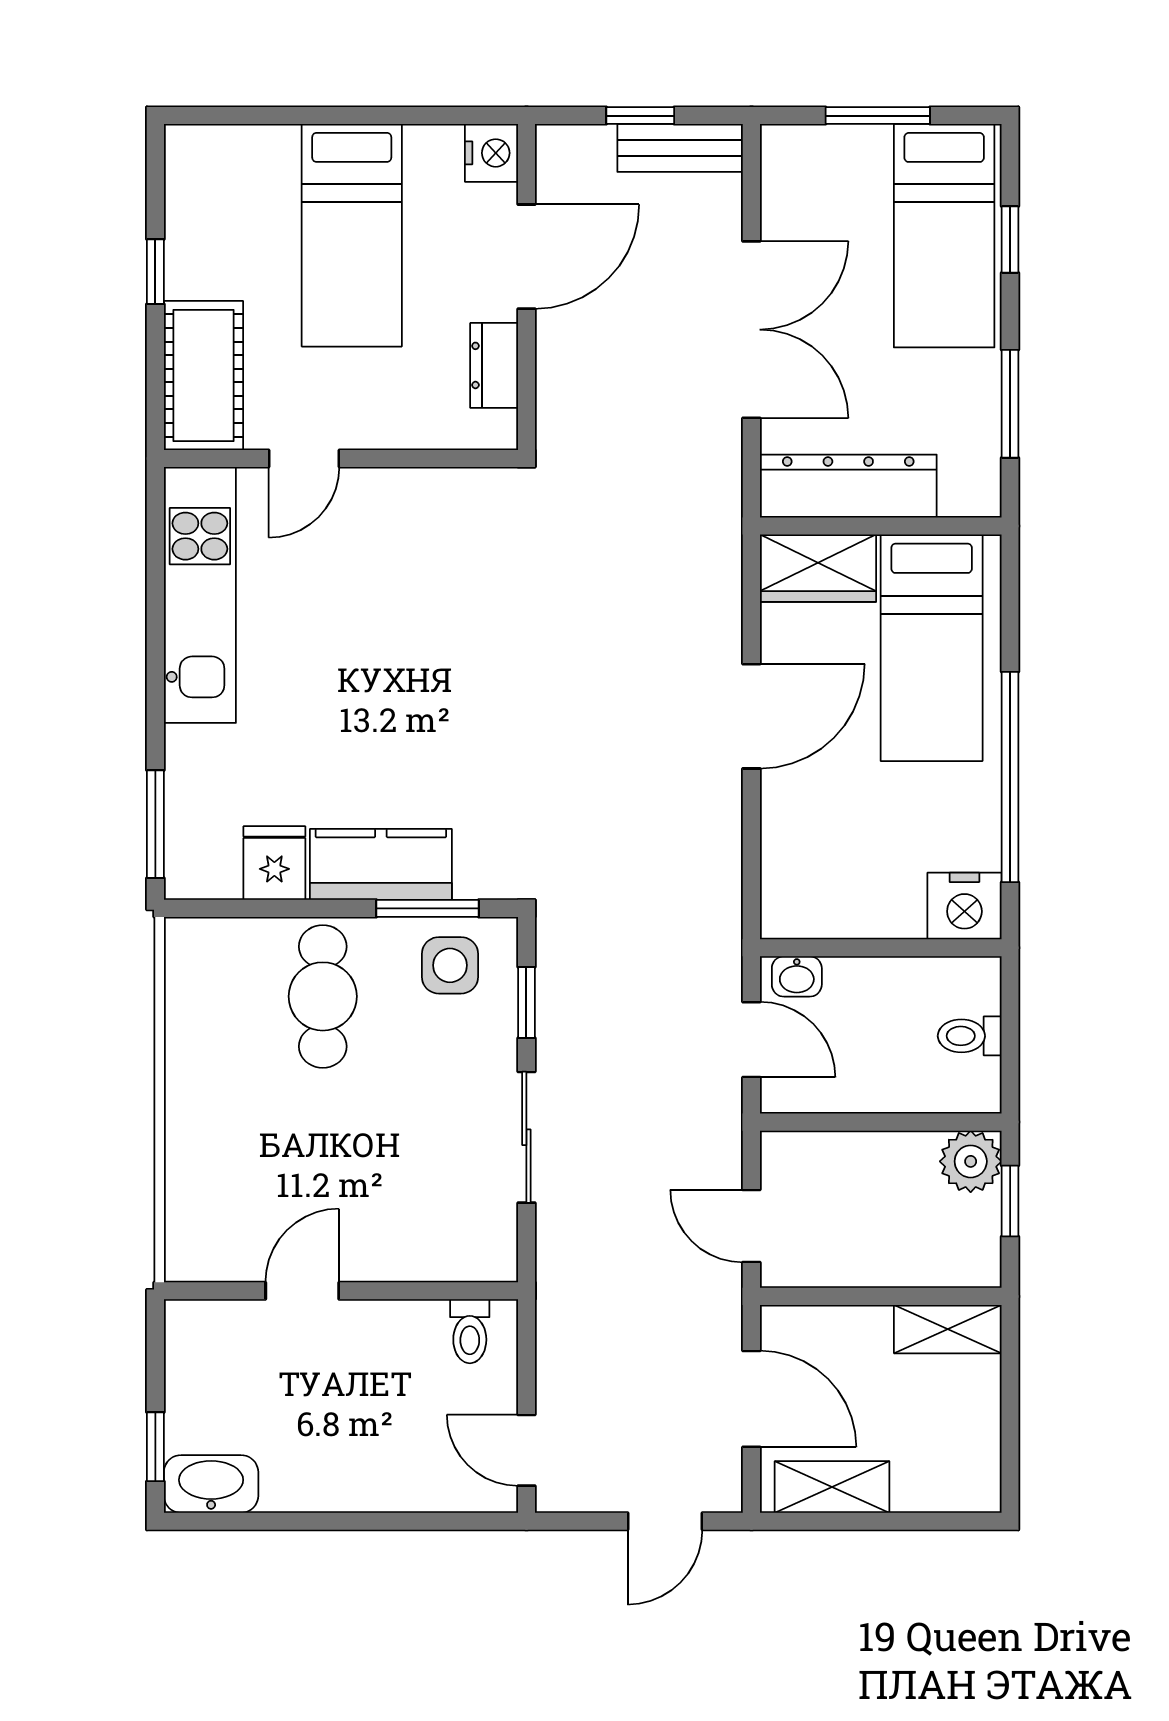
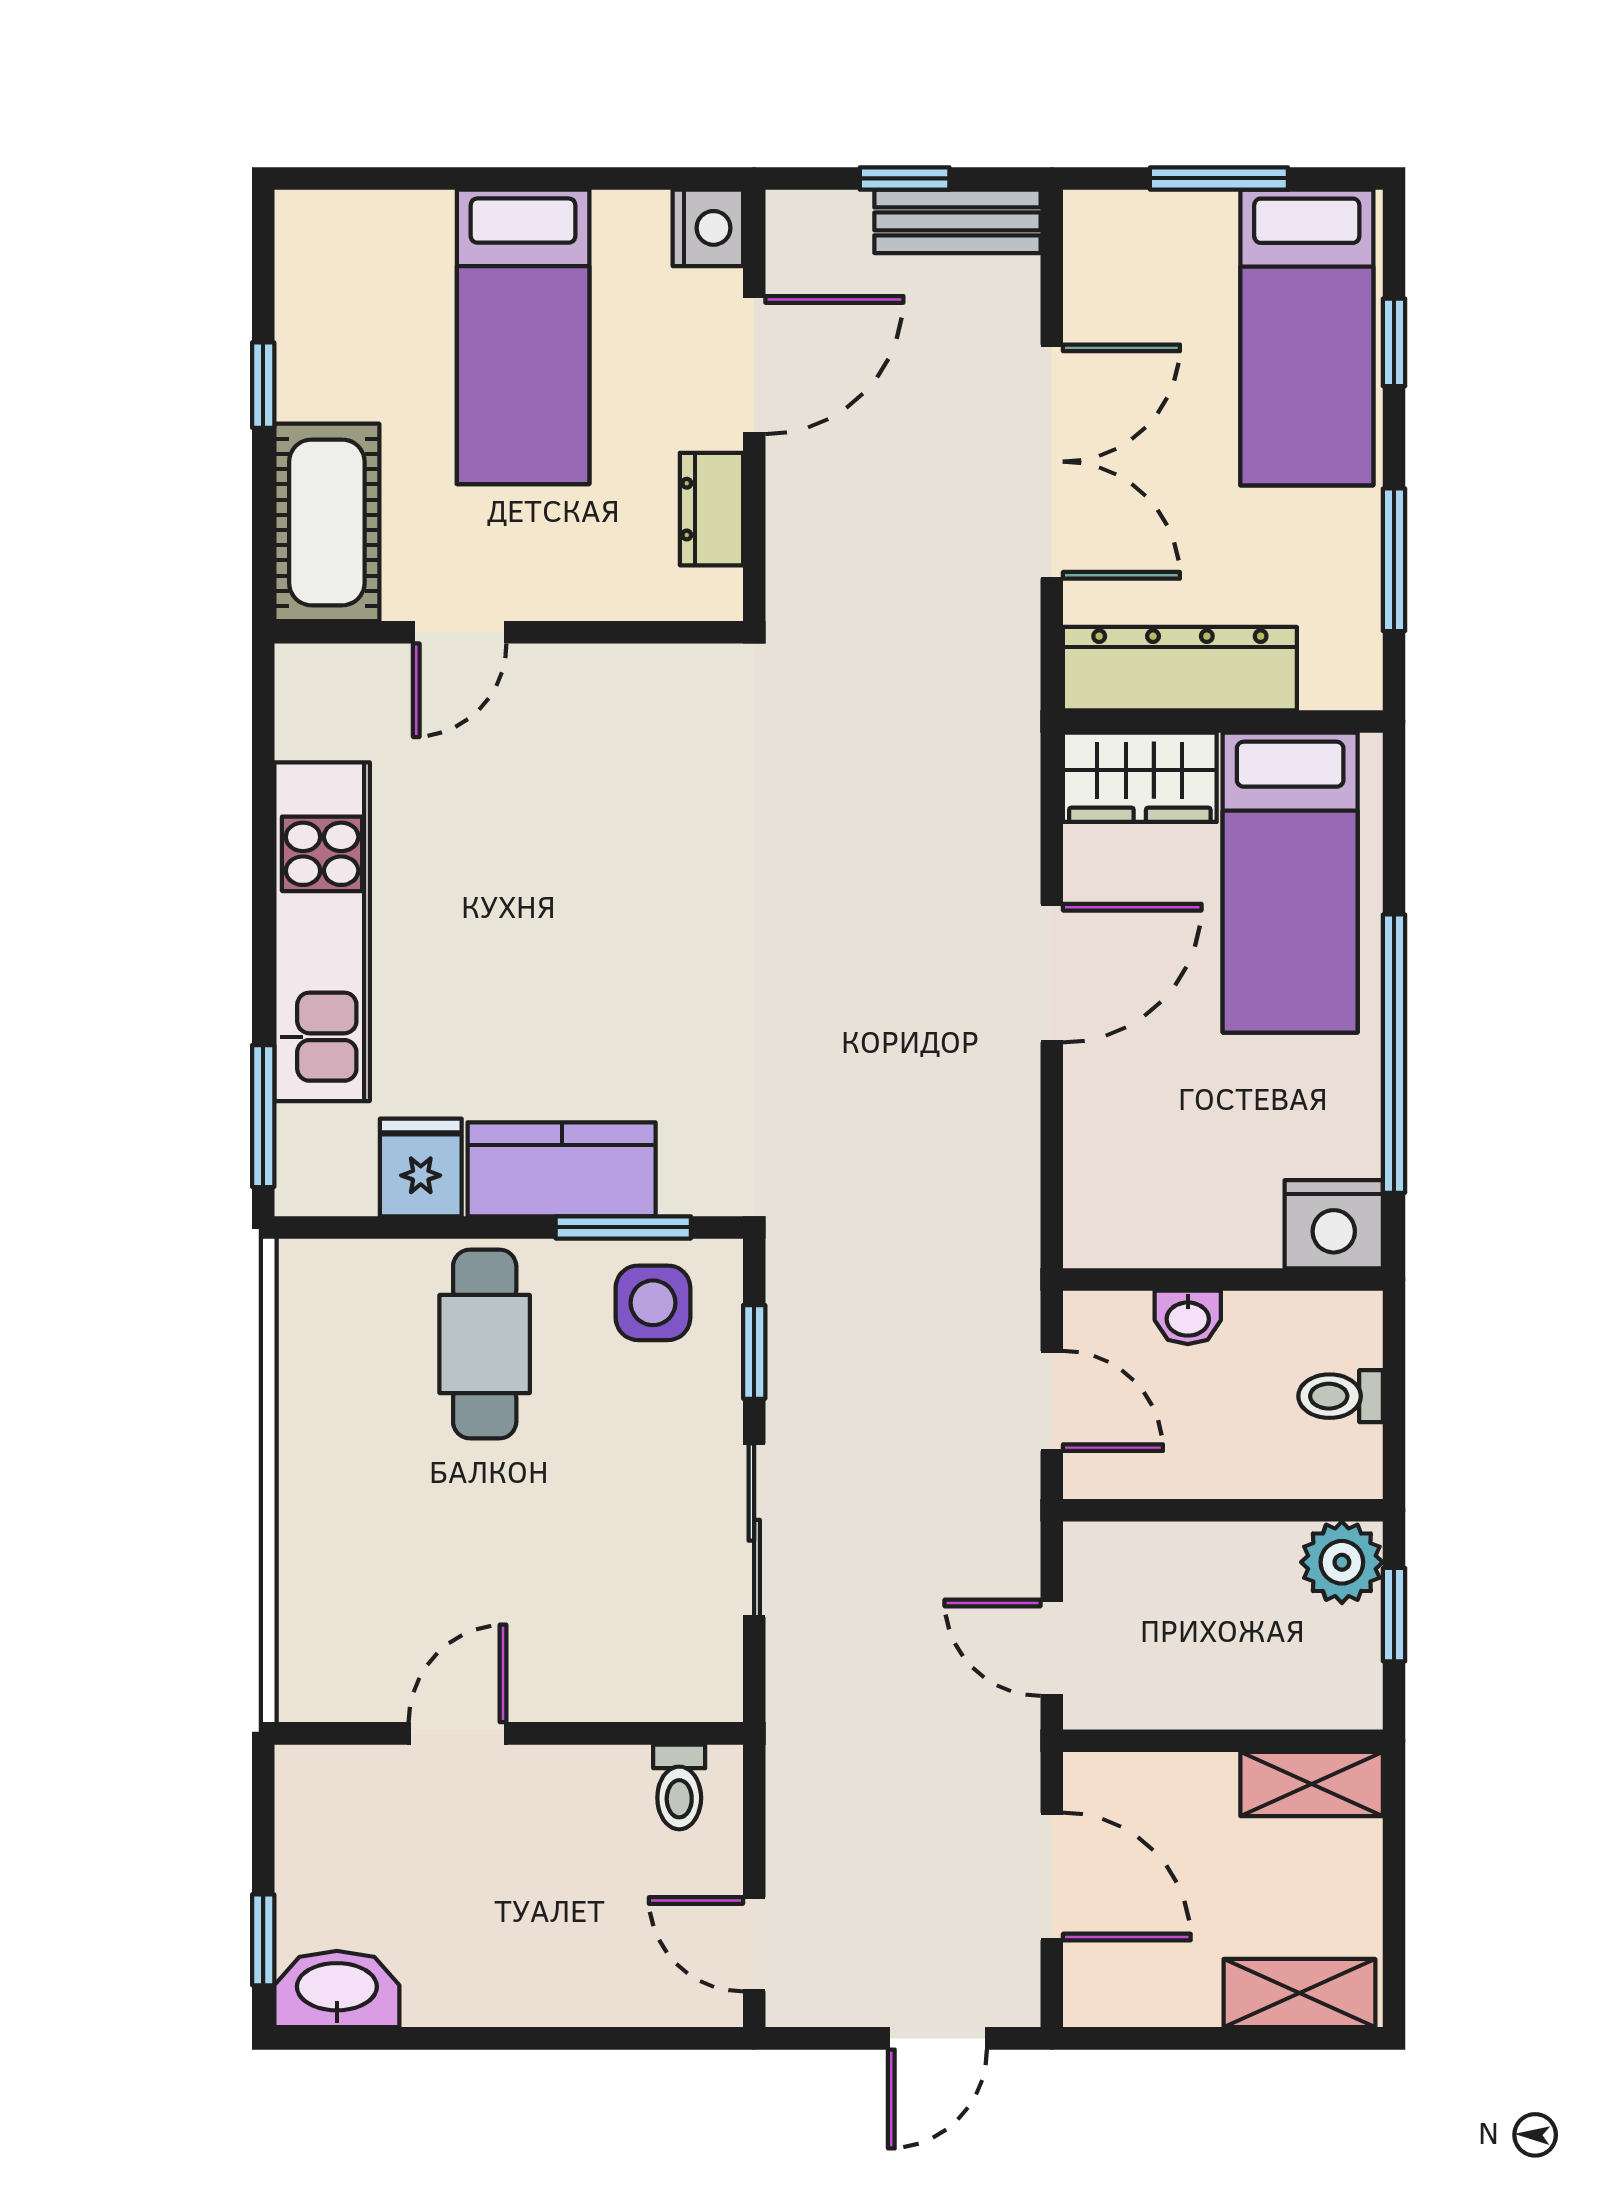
kitchen unit: (200, 595) -> (322, 932), moved
washbasin: (797, 976) -> (1188, 1317), moved
shelving: (832, 1487) -> (1299, 1993), moved

